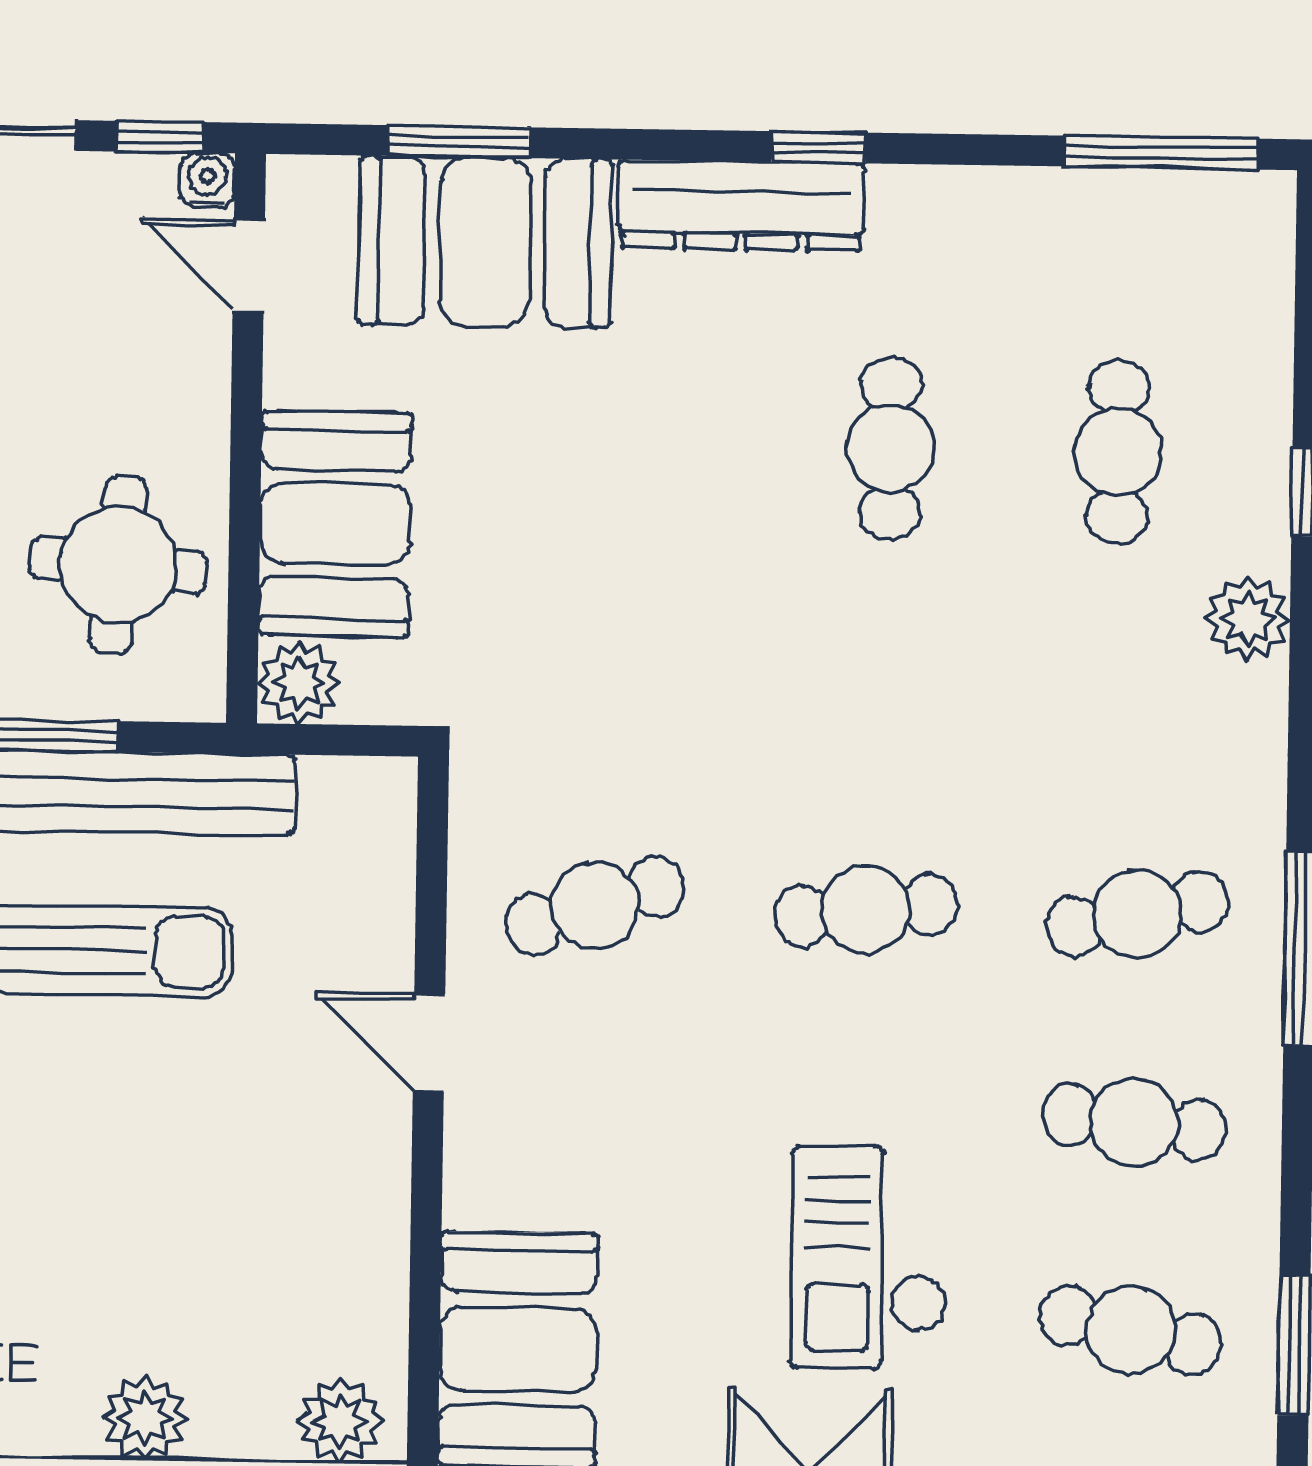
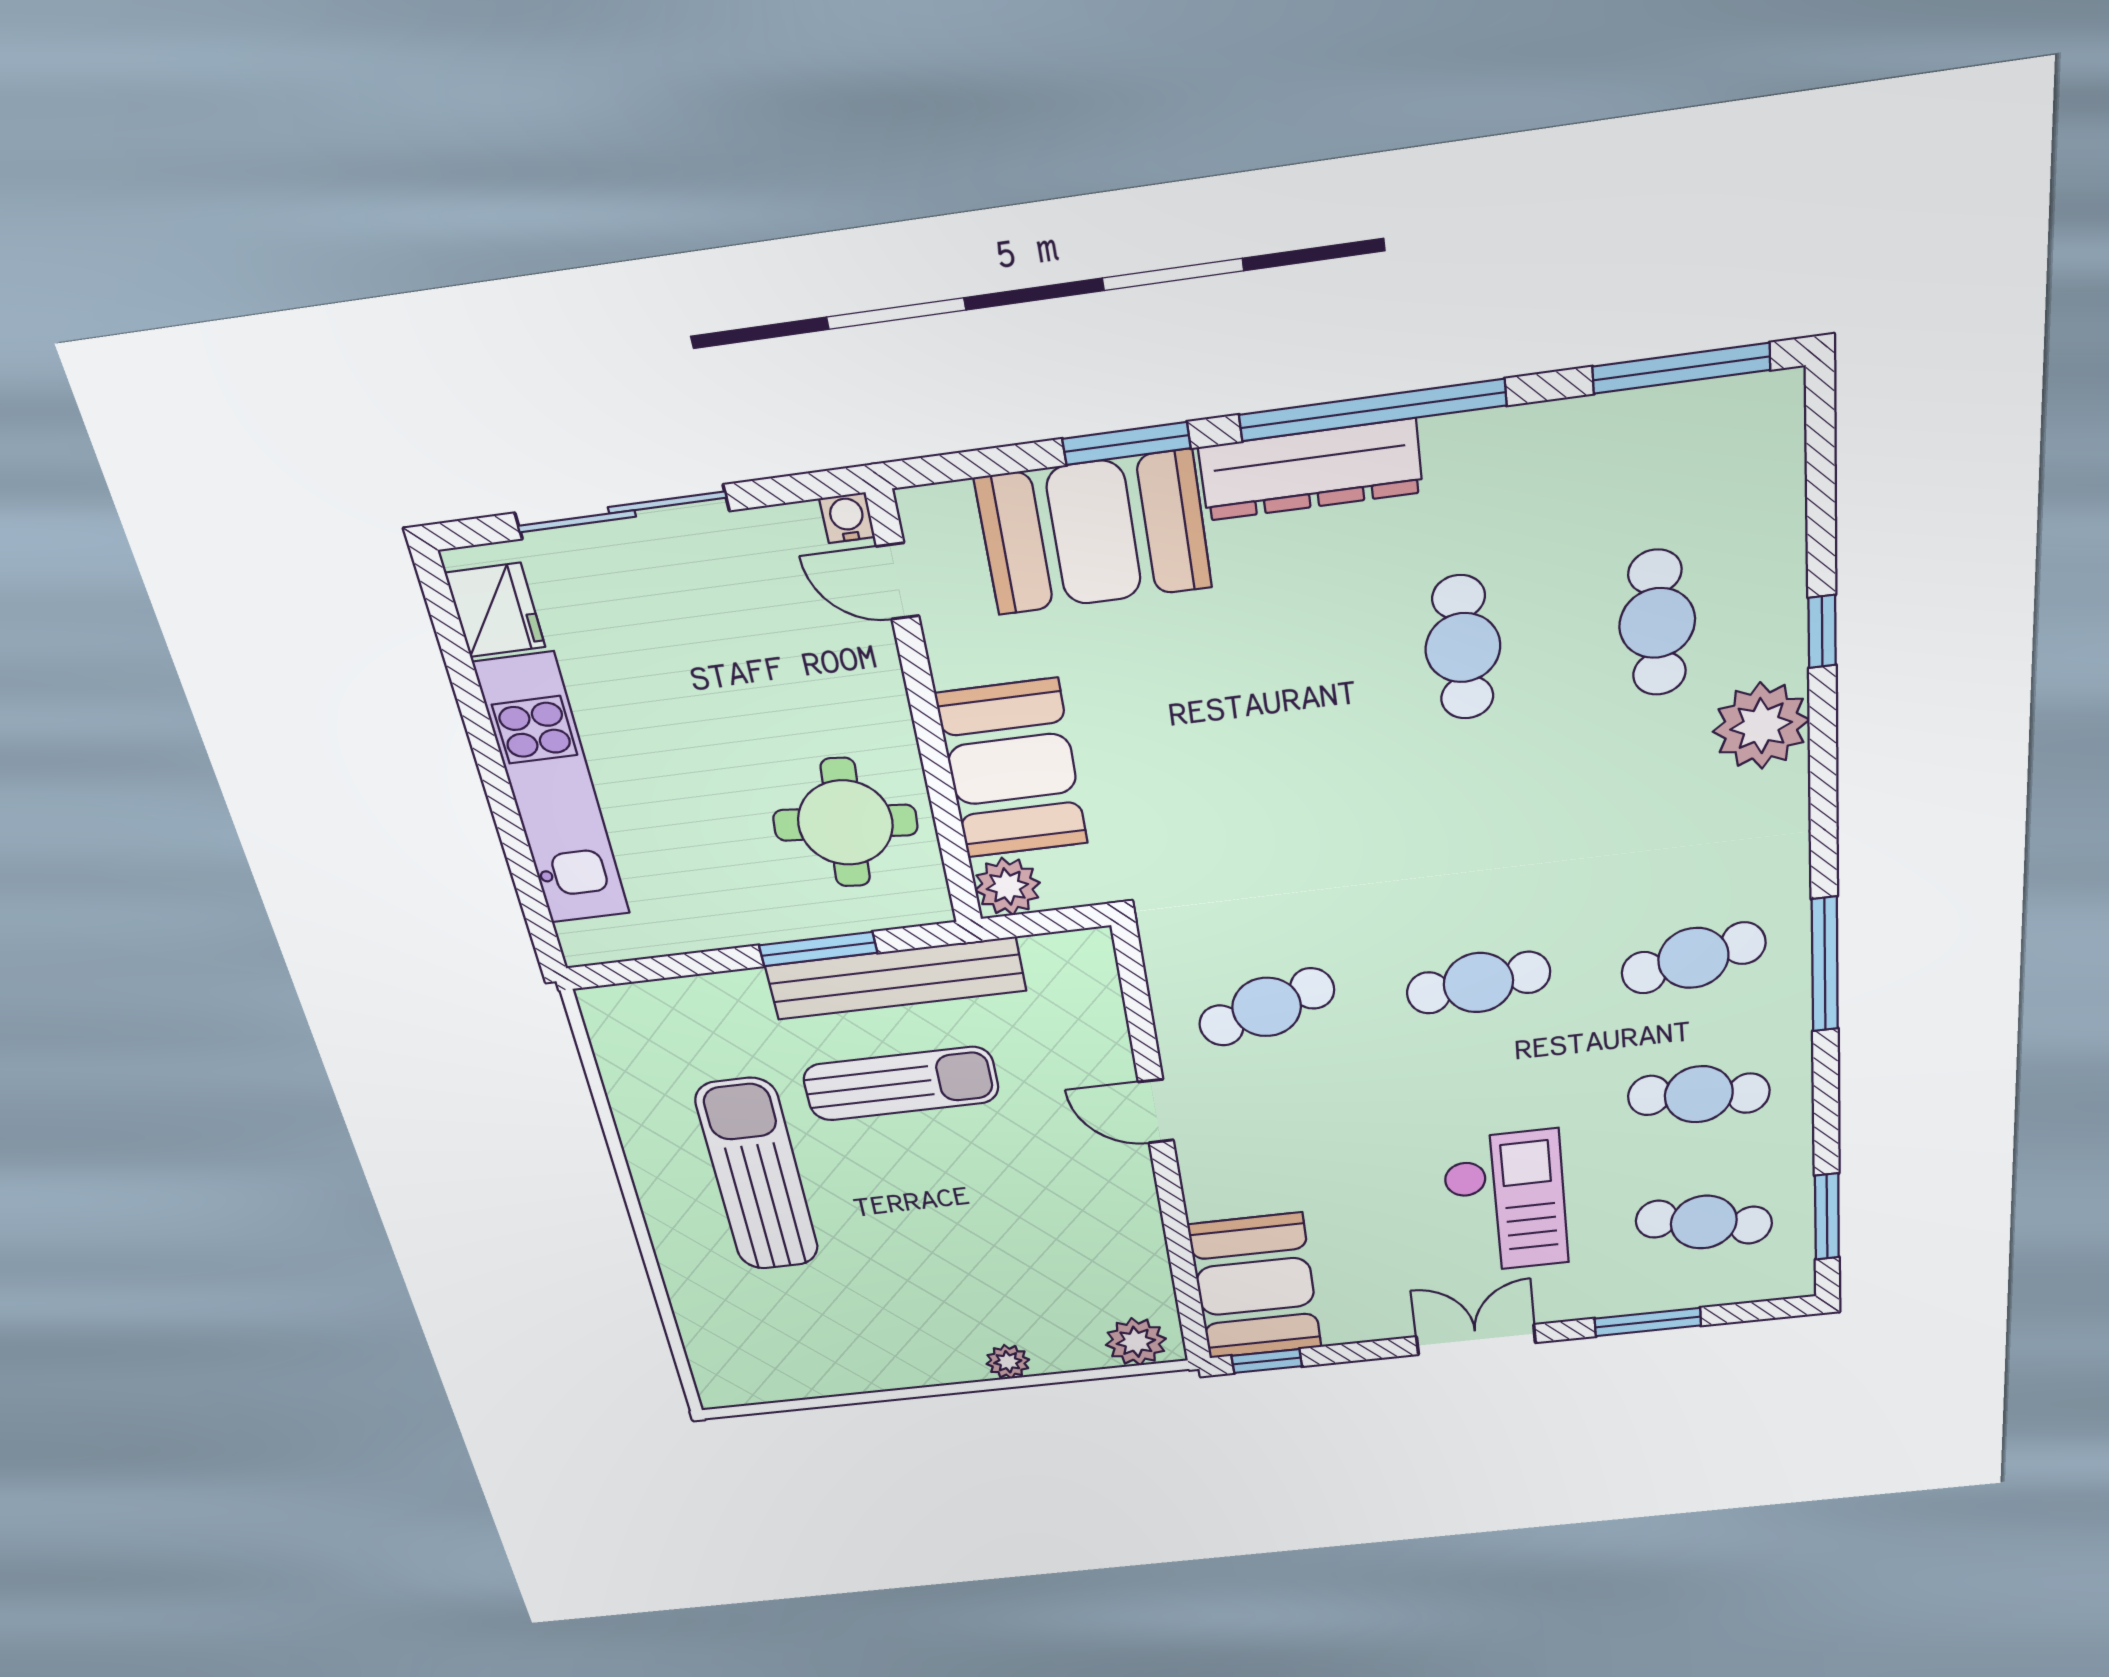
window: (160, 137) -> (799, 488), removed
window: (459, 142) -> (1126, 444), moved
window: (818, 147) -> (1373, 410), width x3.17
plant: (1248, 619) -> (1761, 726), width x1.36, depth x1.36
checkout: (870, 1258) -> (1505, 1202), turned 180
plant: (145, 1418) -> (1008, 1362), width x0.73, depth x0.73

